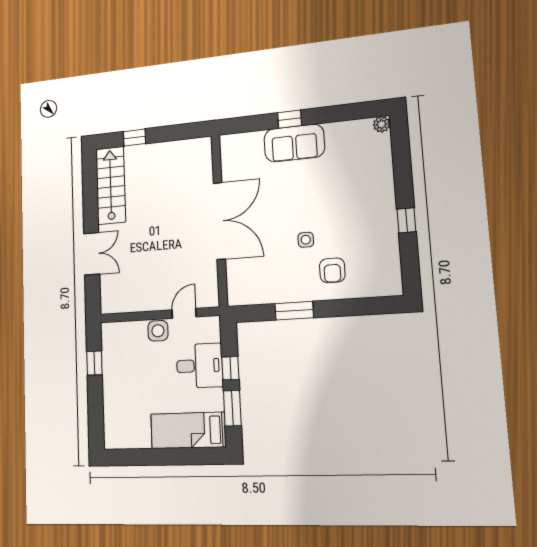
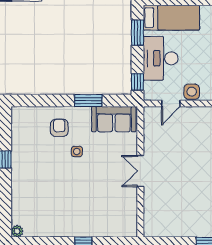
sofa: (294, 143) -> (114, 119), moved, turned 180
double door: (219, 221) -> (140, 171), width x0.54
desk: (199, 366) -> (161, 58), width x1.37
window: (230, 368) -> (137, 82), moved

